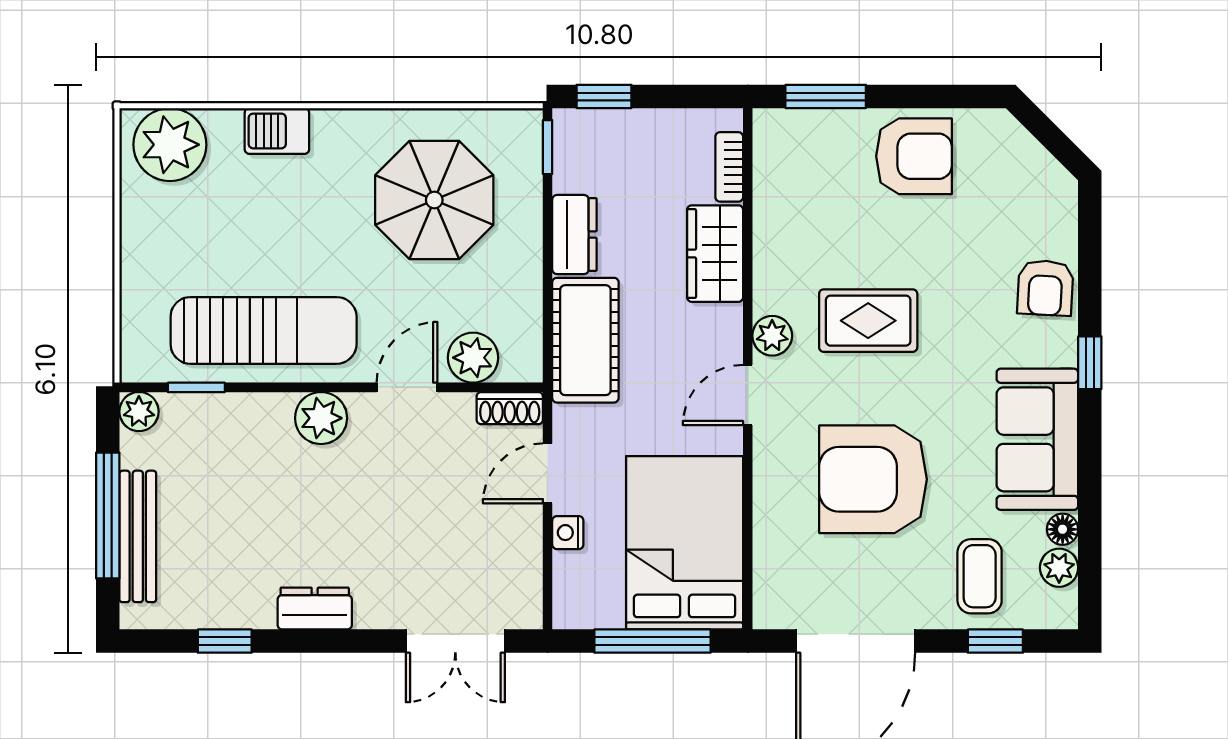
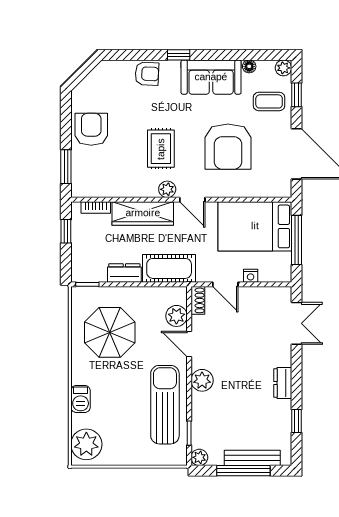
window: (604, 96) -> (66, 231), moved
wardrobe: (715, 254) -> (143, 213), width x1.50
plant: (1059, 568) -> (283, 68), moved

